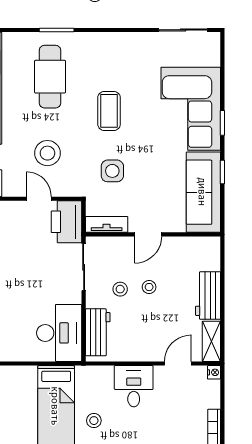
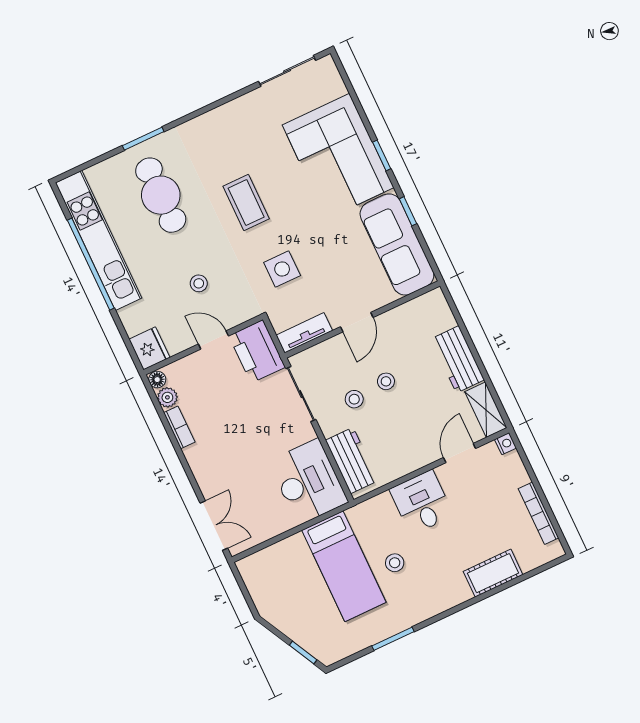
stool: (47, 153) -> (199, 283), width x0.53, depth x0.53

